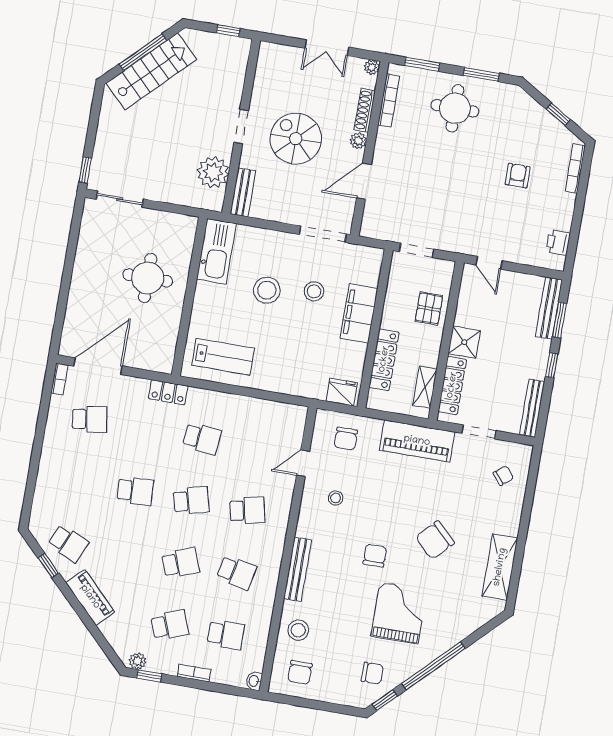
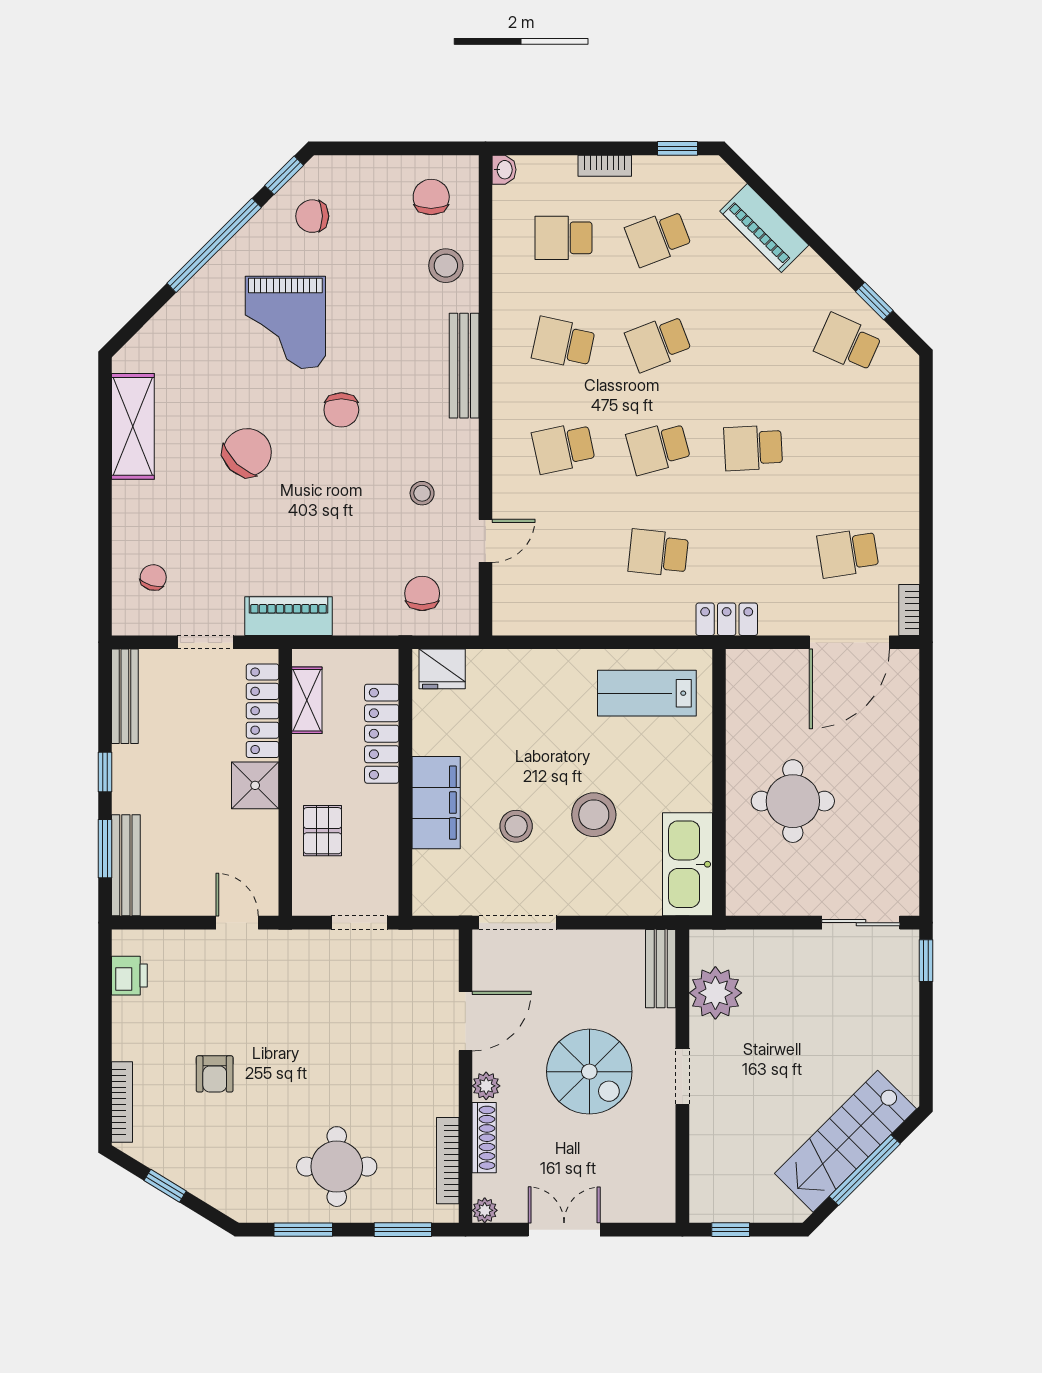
piano: (417, 441) -> (288, 616), width x0.73, depth x0.75
chair: (503, 476) -> (153, 577), turned 146
piano: (90, 597) -> (764, 228), moved
plant: (138, 661) -> (701, 169), removed

